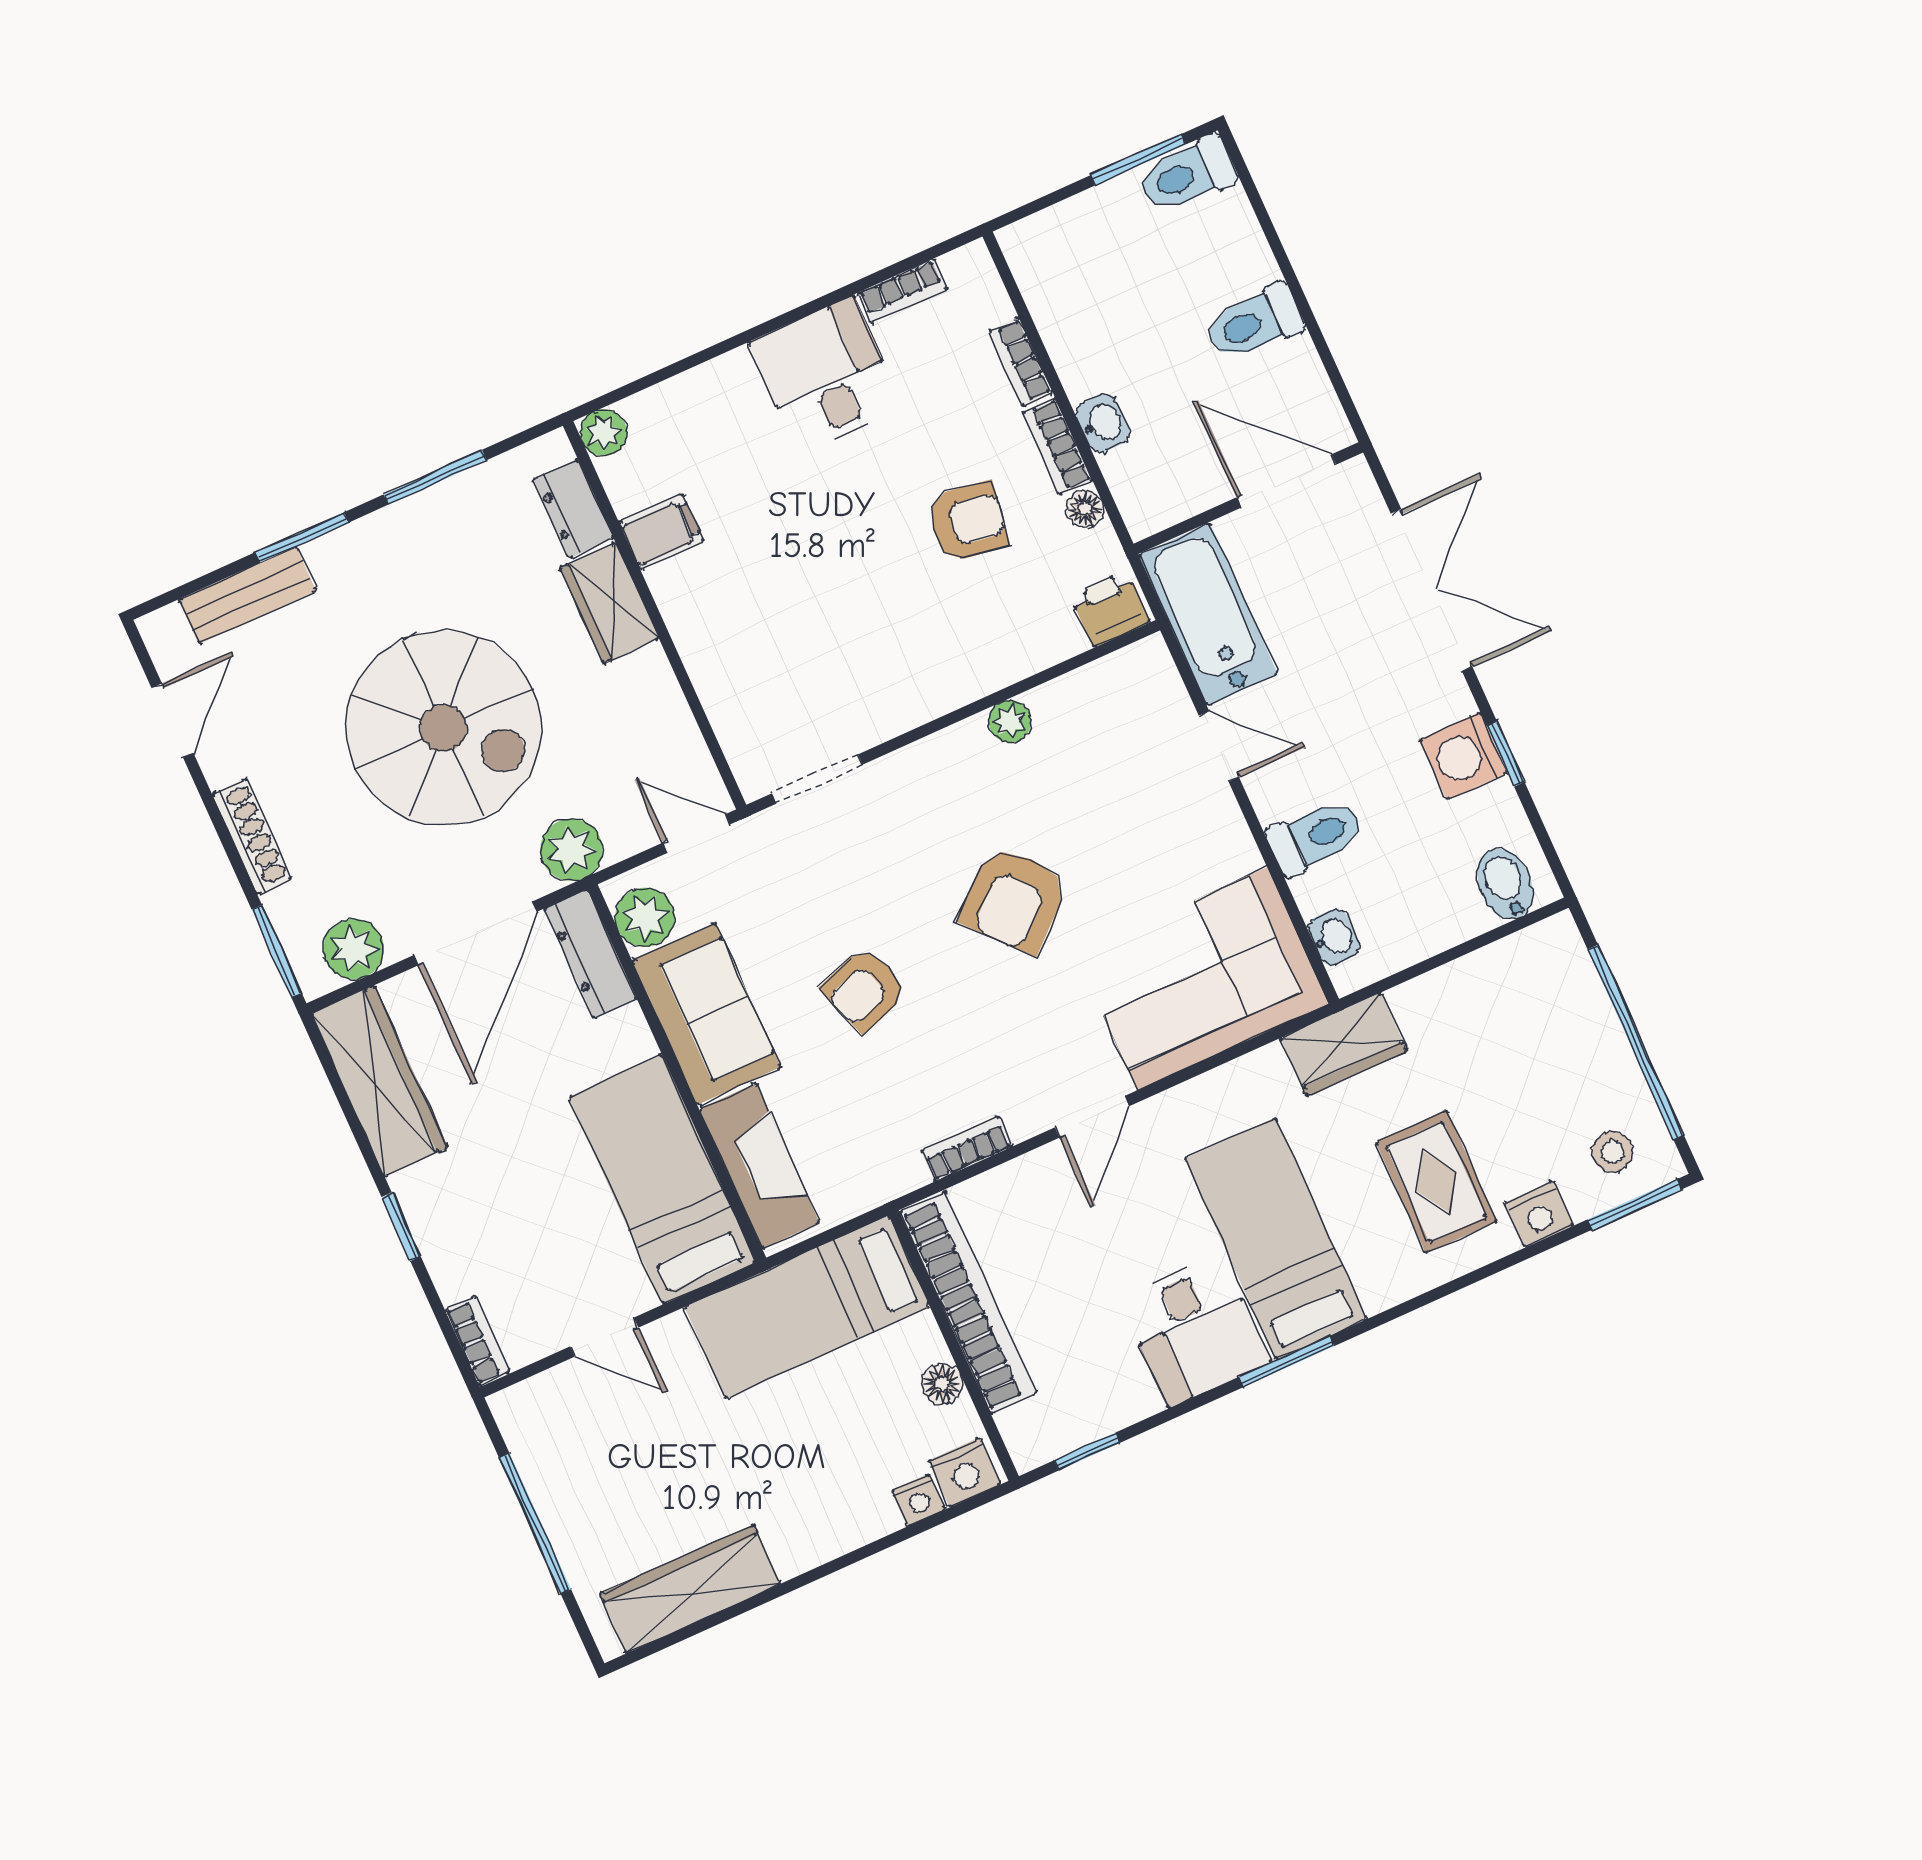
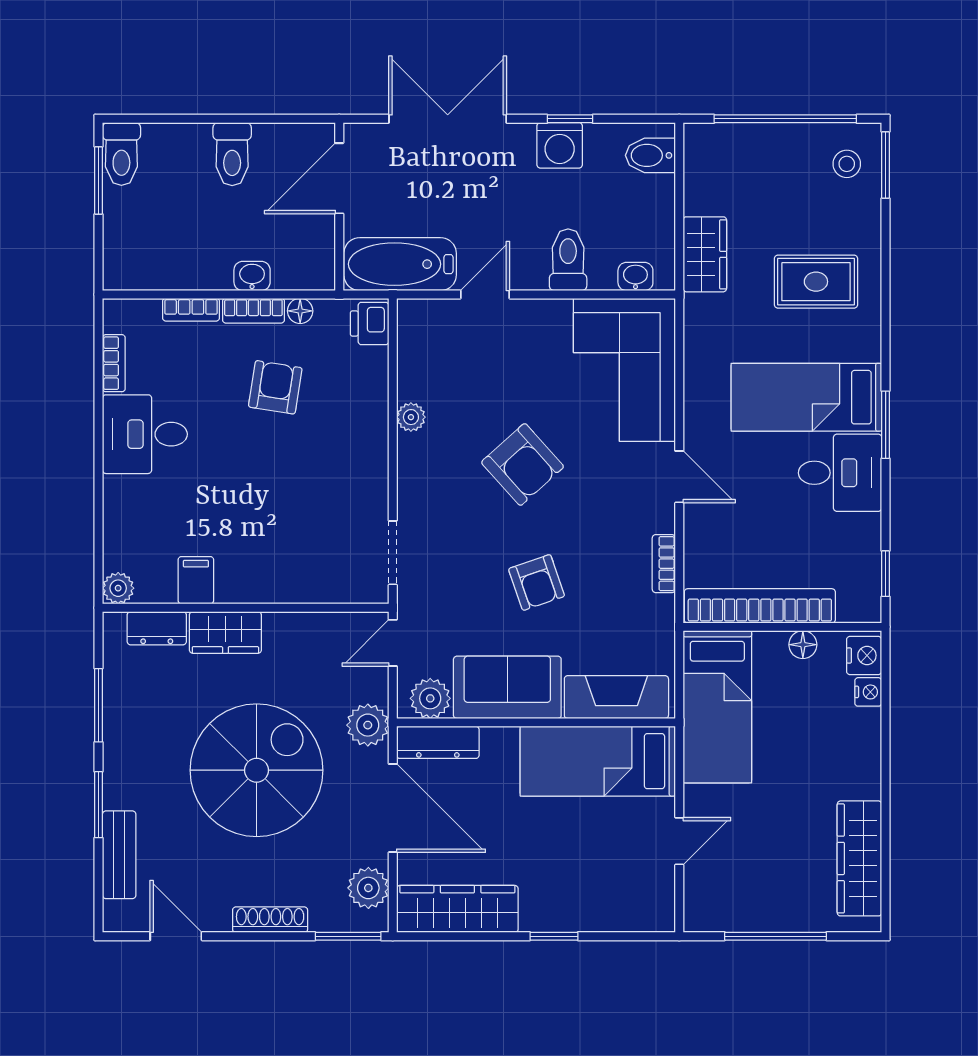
wardrobe: (1344, 1044) -> (705, 254), moved
nightstand: (1539, 1214) -> (865, 227), removed
bookcase: (477, 1341) -> (646, 921), removed

